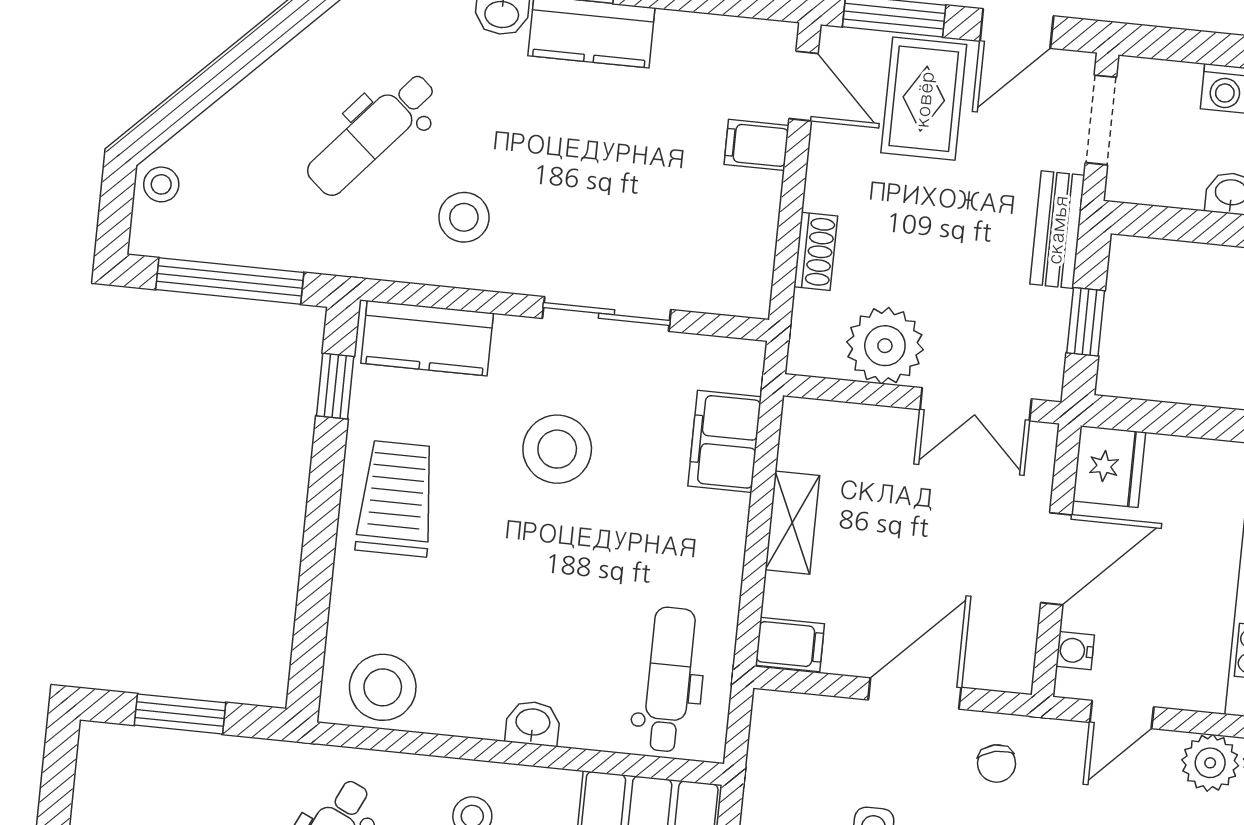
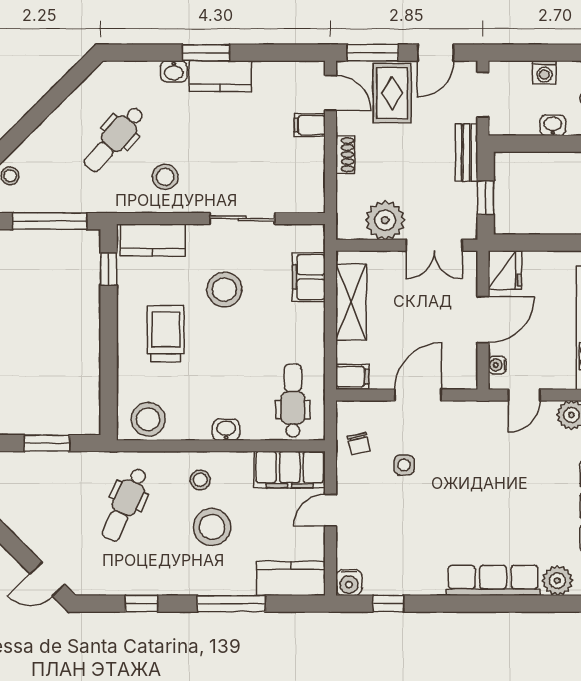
shoe rack: (816, 251) -> (345, 155), moved
trolley: (396, 499) -> (166, 333), moved
shelving: (792, 523) -> (351, 302), width x1.50, depth x1.33
chair: (997, 763) -> (359, 444), moved

